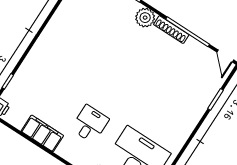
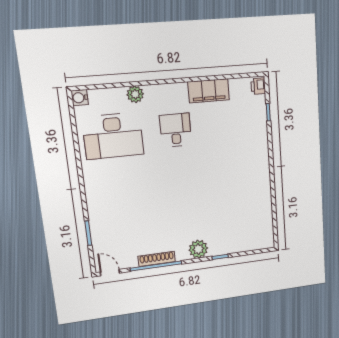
shoe rack: (171, 30) -> (157, 259), moved
desk: (90, 124) -> (176, 130), turned 180

